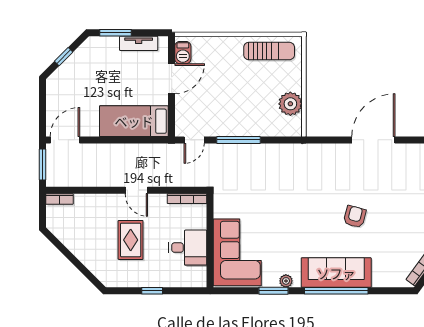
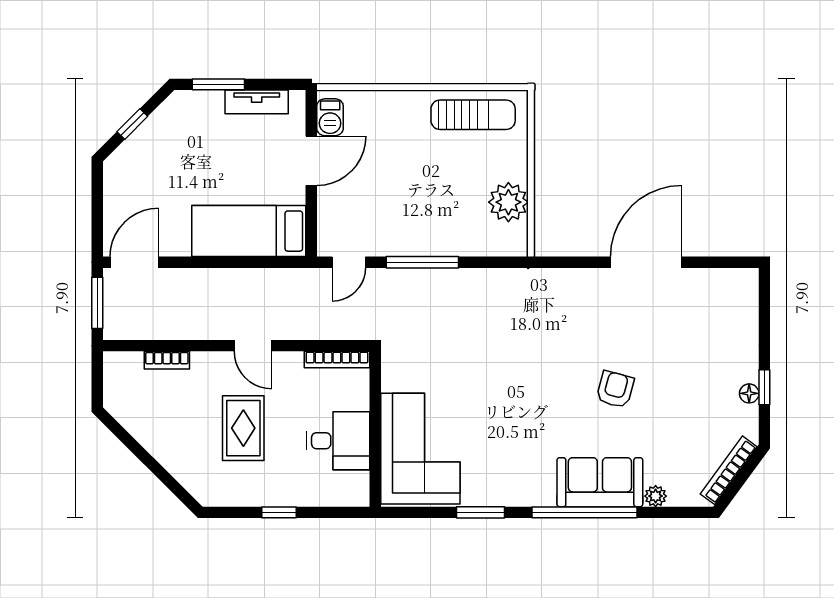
bookcase: (59, 199) -> (167, 360), moved
sofa: (336, 273) -> (600, 482), width x0.73
plant: (286, 281) -> (656, 496), moved

